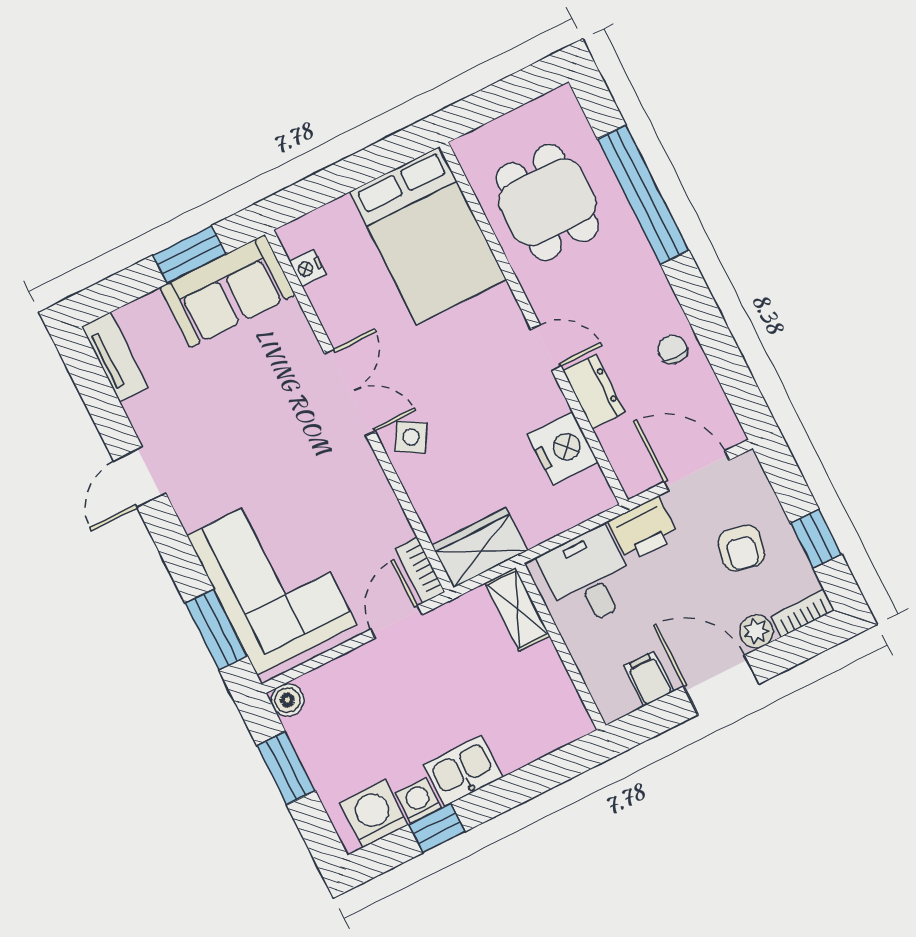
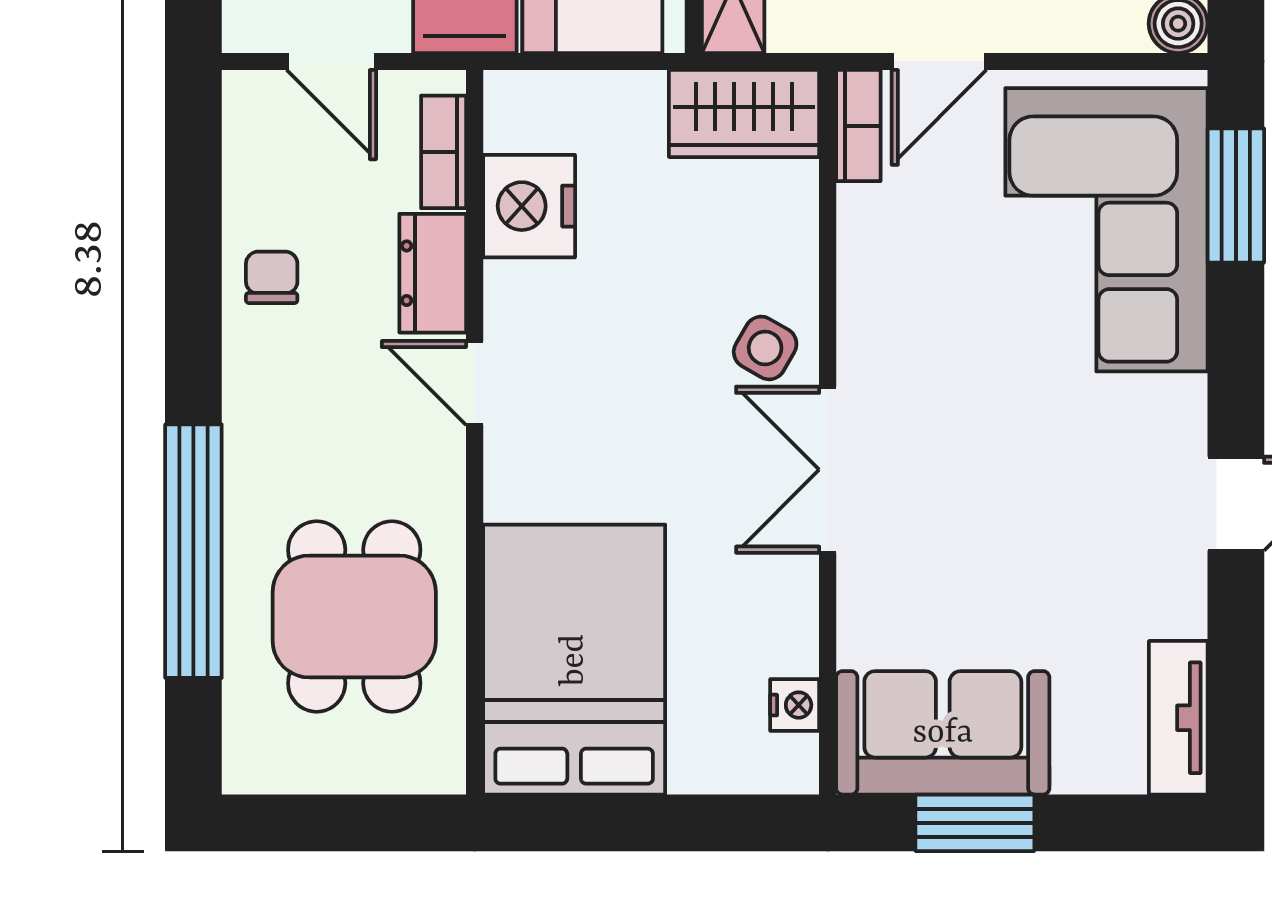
chair: (672, 349) -> (272, 277), turned 180
bookcase: (619, 454) -> (444, 152), added
door: (697, 471) -> (331, 61), width x0.73

